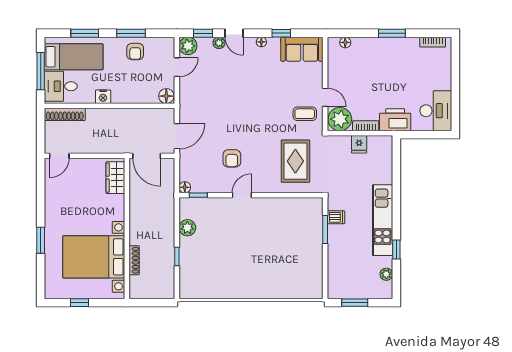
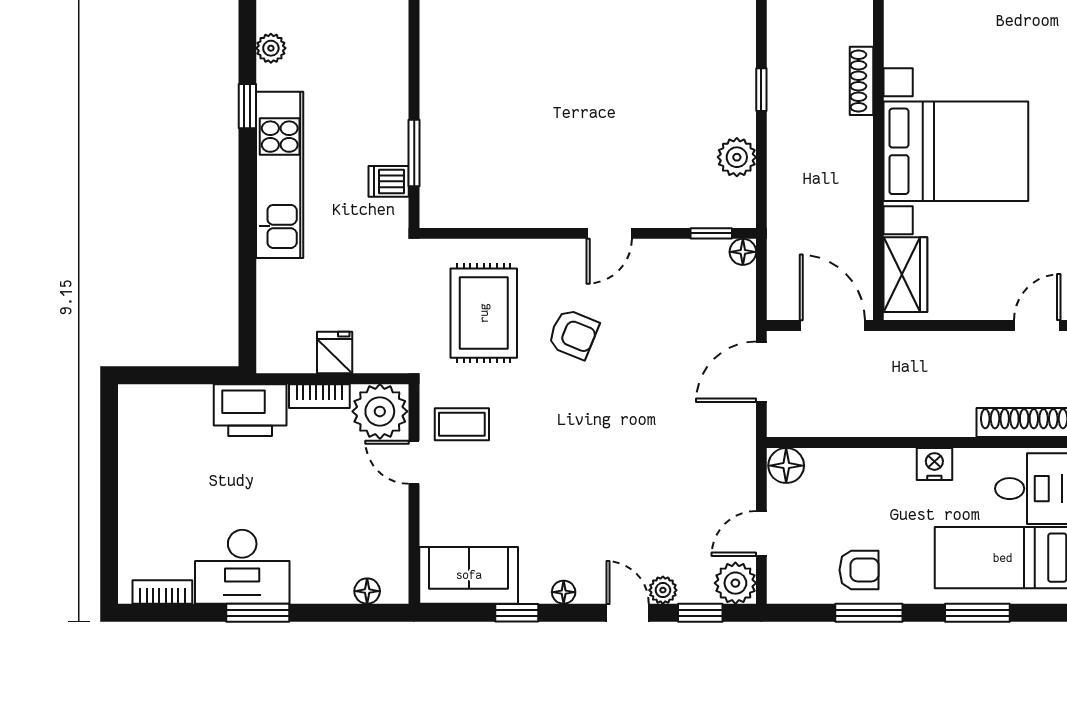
armchair: (135, 51) -> (859, 570), turned 90
desk: (436, 111) -> (242, 567), moved, turned -90
armchair: (232, 158) -> (573, 334), moved, turned 112
bed with nightstands: (94, 257) -> (956, 151), moved

